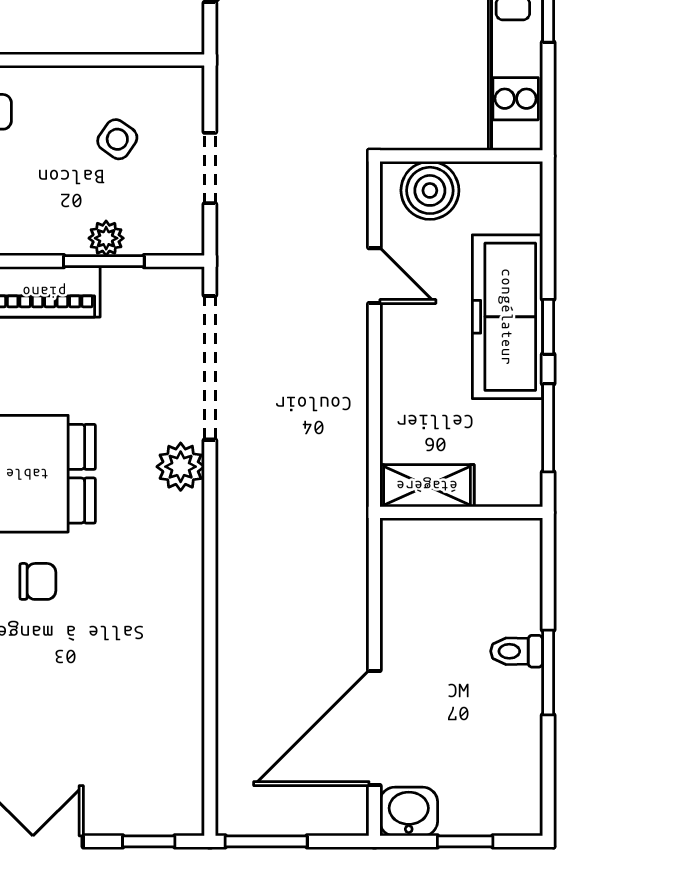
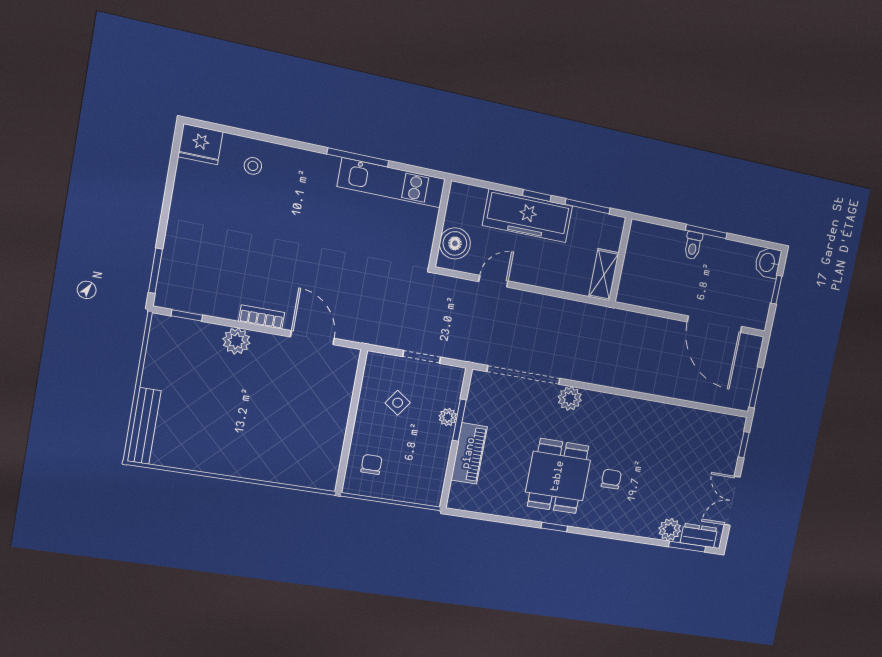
washbasin: (409, 812) -> (768, 263), moved

